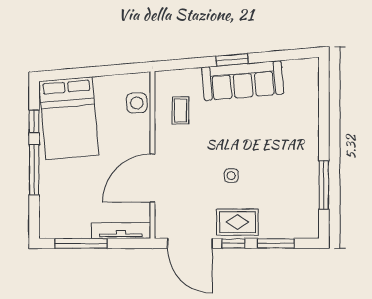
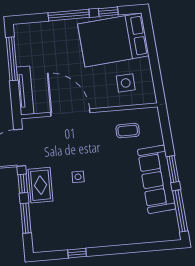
window: (284, 55) -> (180, 211), added
side table: (137, 103) -> (126, 83), moved
window: (324, 185) -> (77, 253), width x0.46

